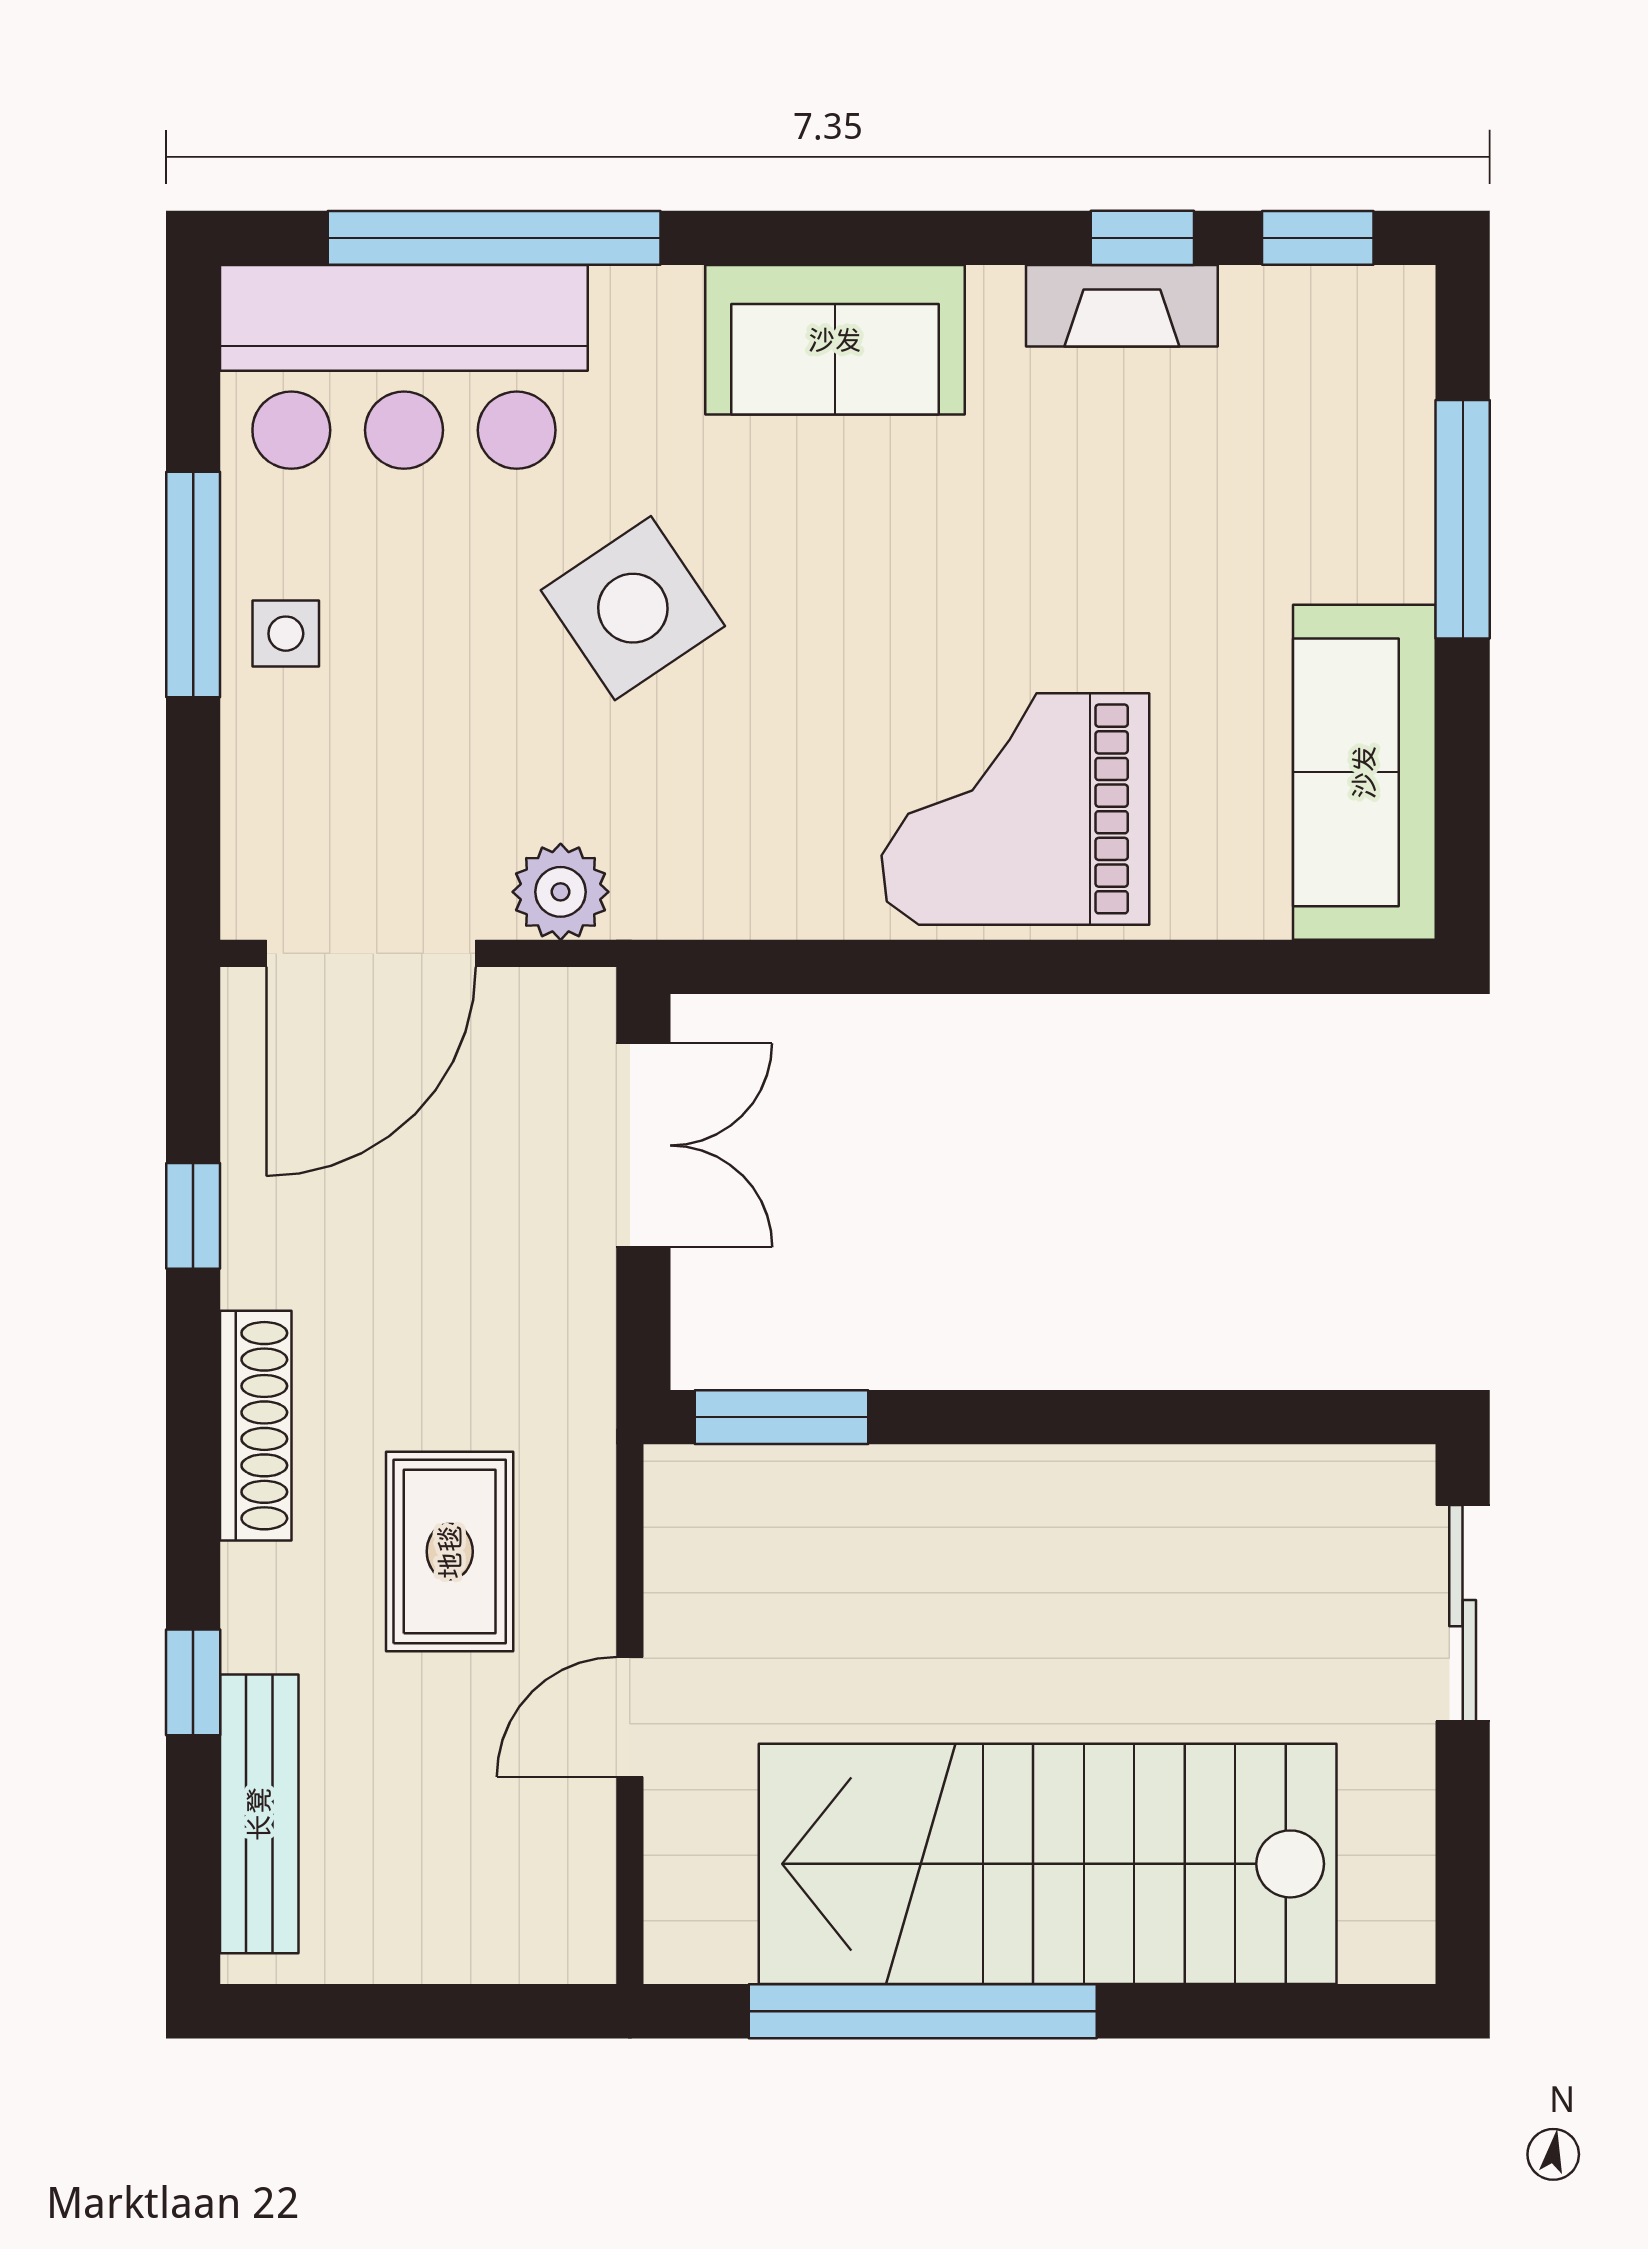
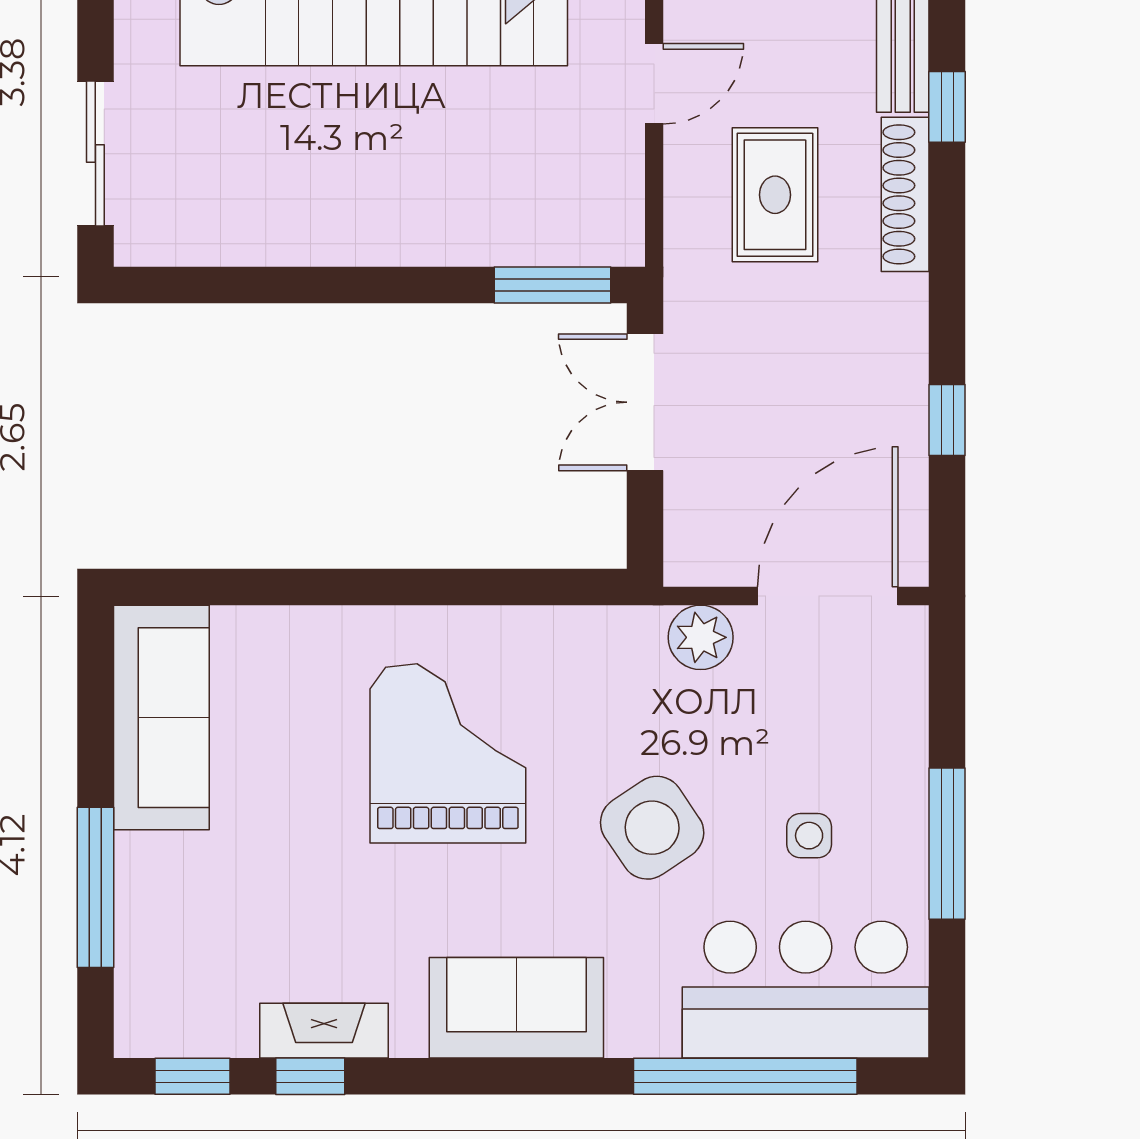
side table: (286, 634) -> (809, 836), moved
grand piano: (1015, 809) -> (448, 753), moved, turned -90
double door: (643, 1145) -> (645, 402), moved
shoe rack: (256, 1426) -> (905, 194), moved

